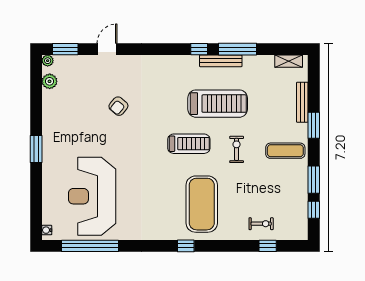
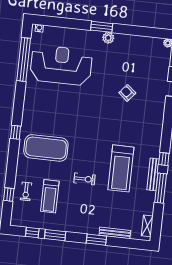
plant: (50, 81) -> (108, 38), moved
treadmill: (189, 144) -> (50, 196), moved
exercise mat: (285, 151) -> (79, 216), removed

